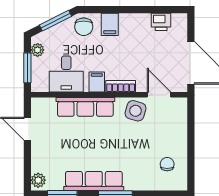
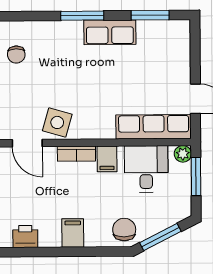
filing cabinet: (110, 24) -> (73, 233), moved
plant: (38, 50) -> (183, 154), moved
row of seats: (85, 107) -> (154, 127), moved
plant: (38, 180) -> (181, 33), removed
row of seats: (94, 181) -> (110, 32), width x0.68

